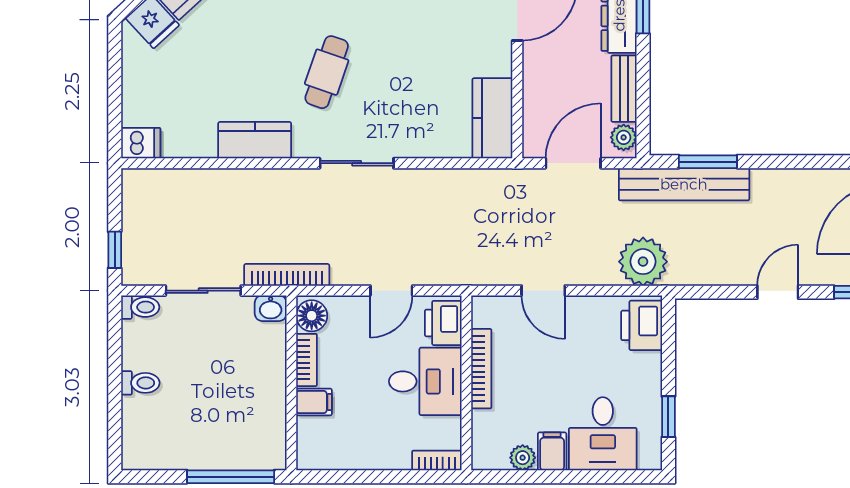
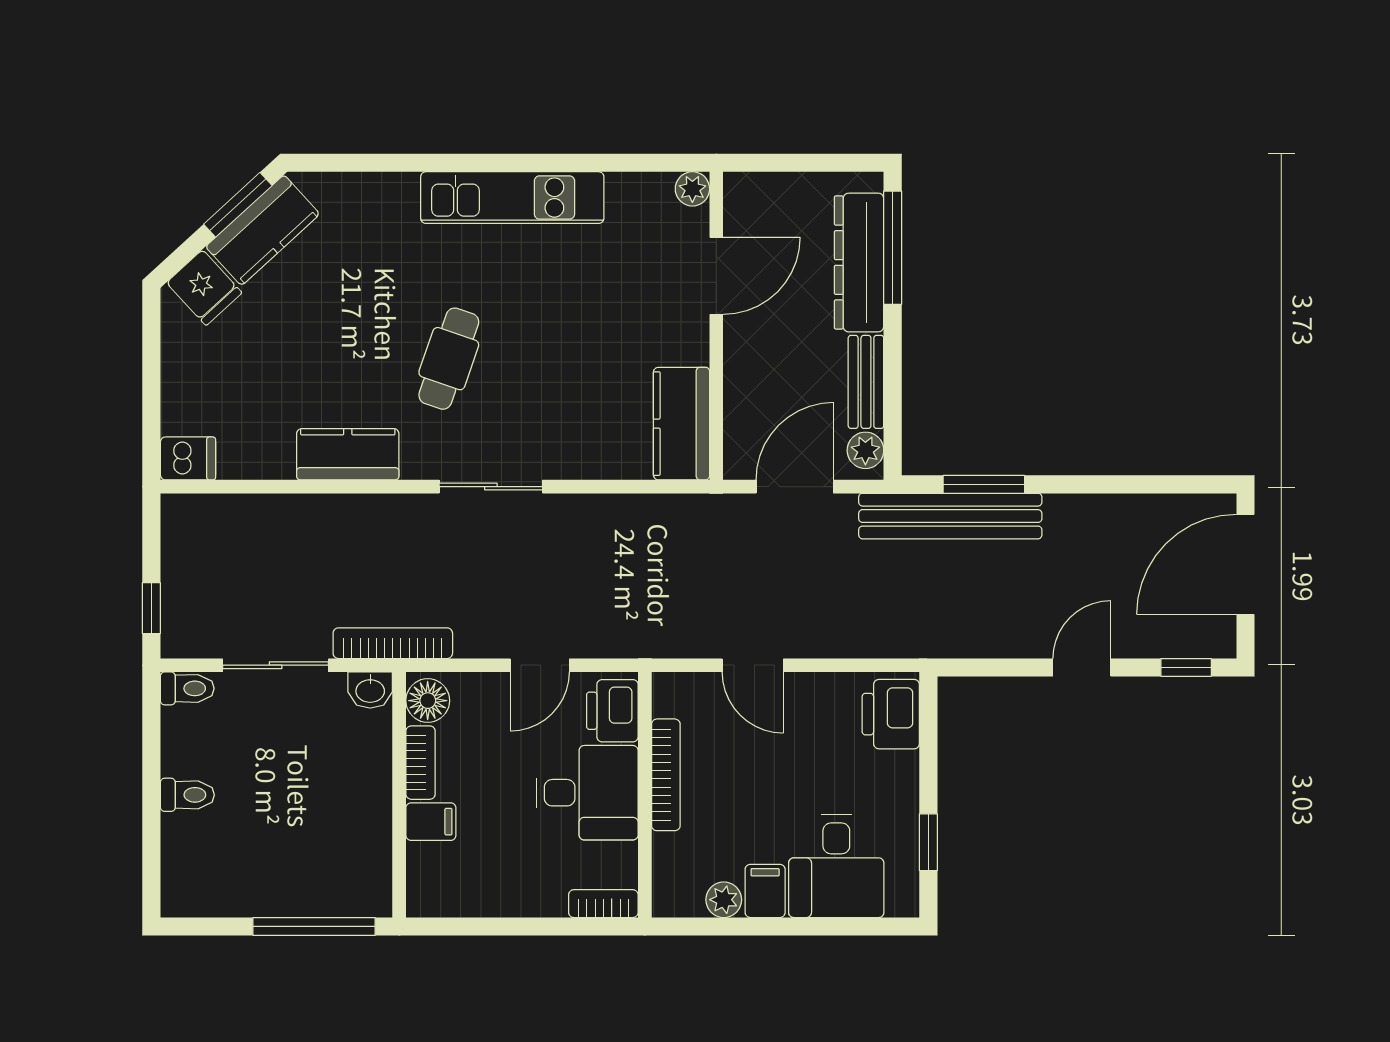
plant: (643, 262) -> (893, 625), removed

